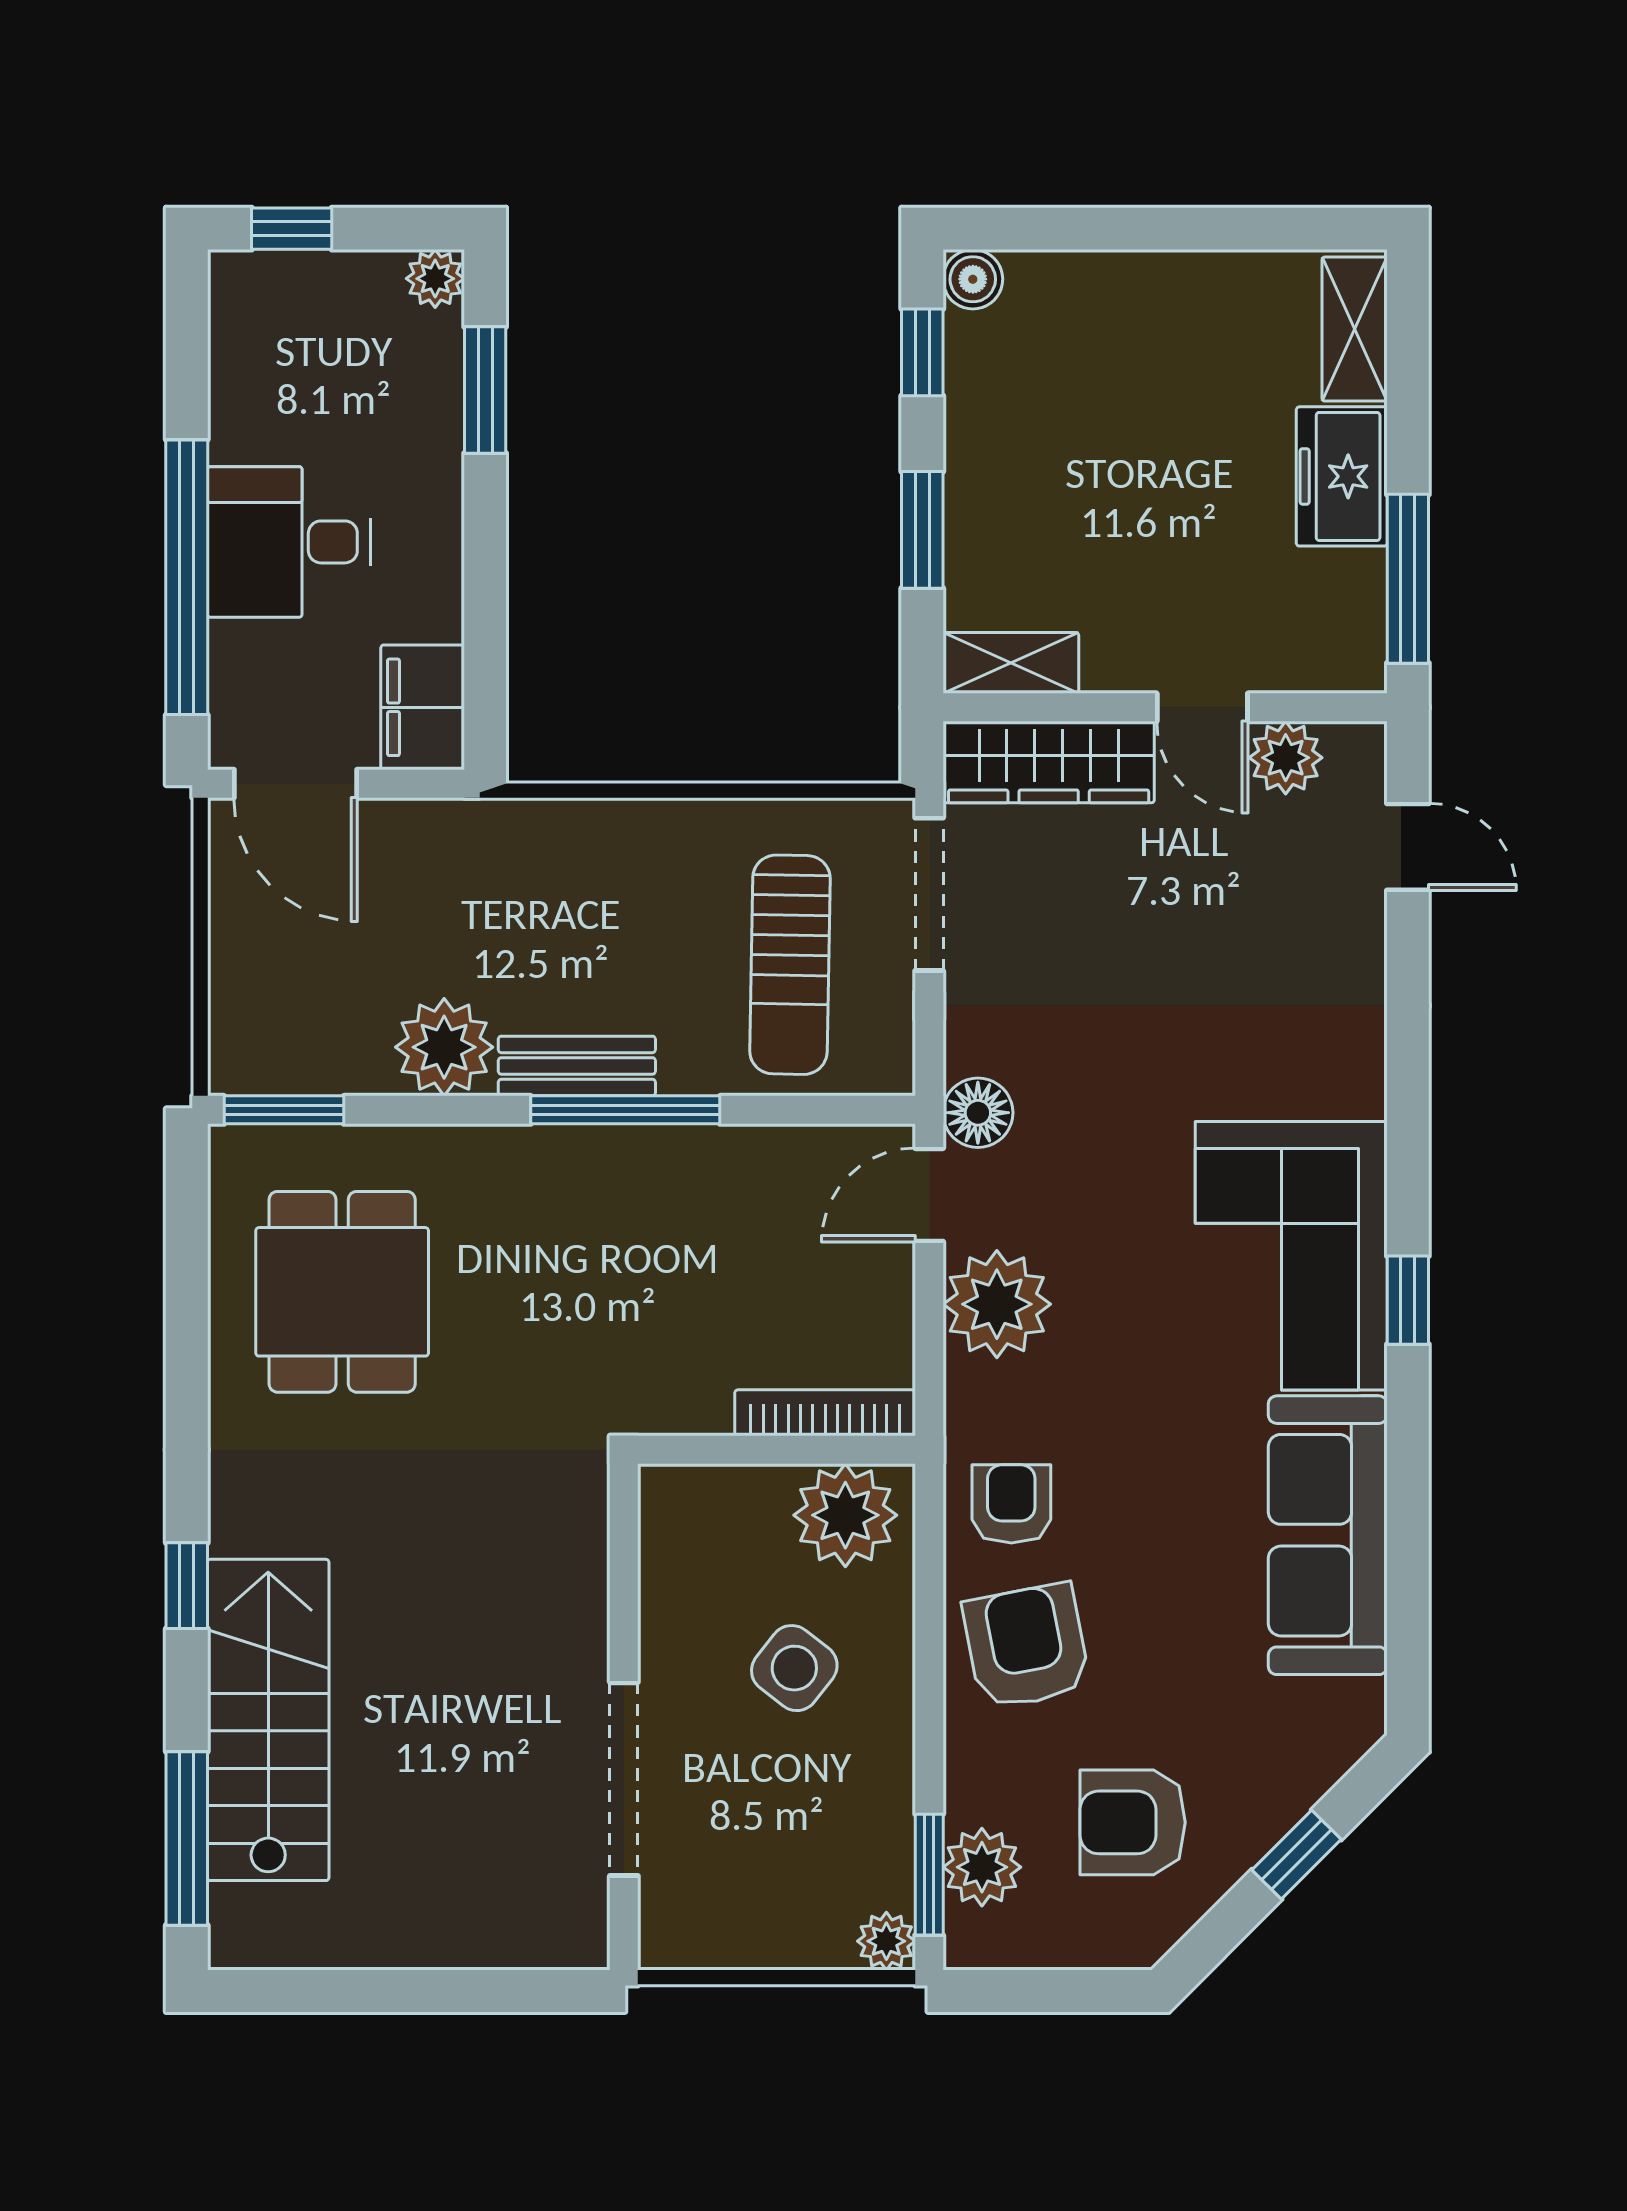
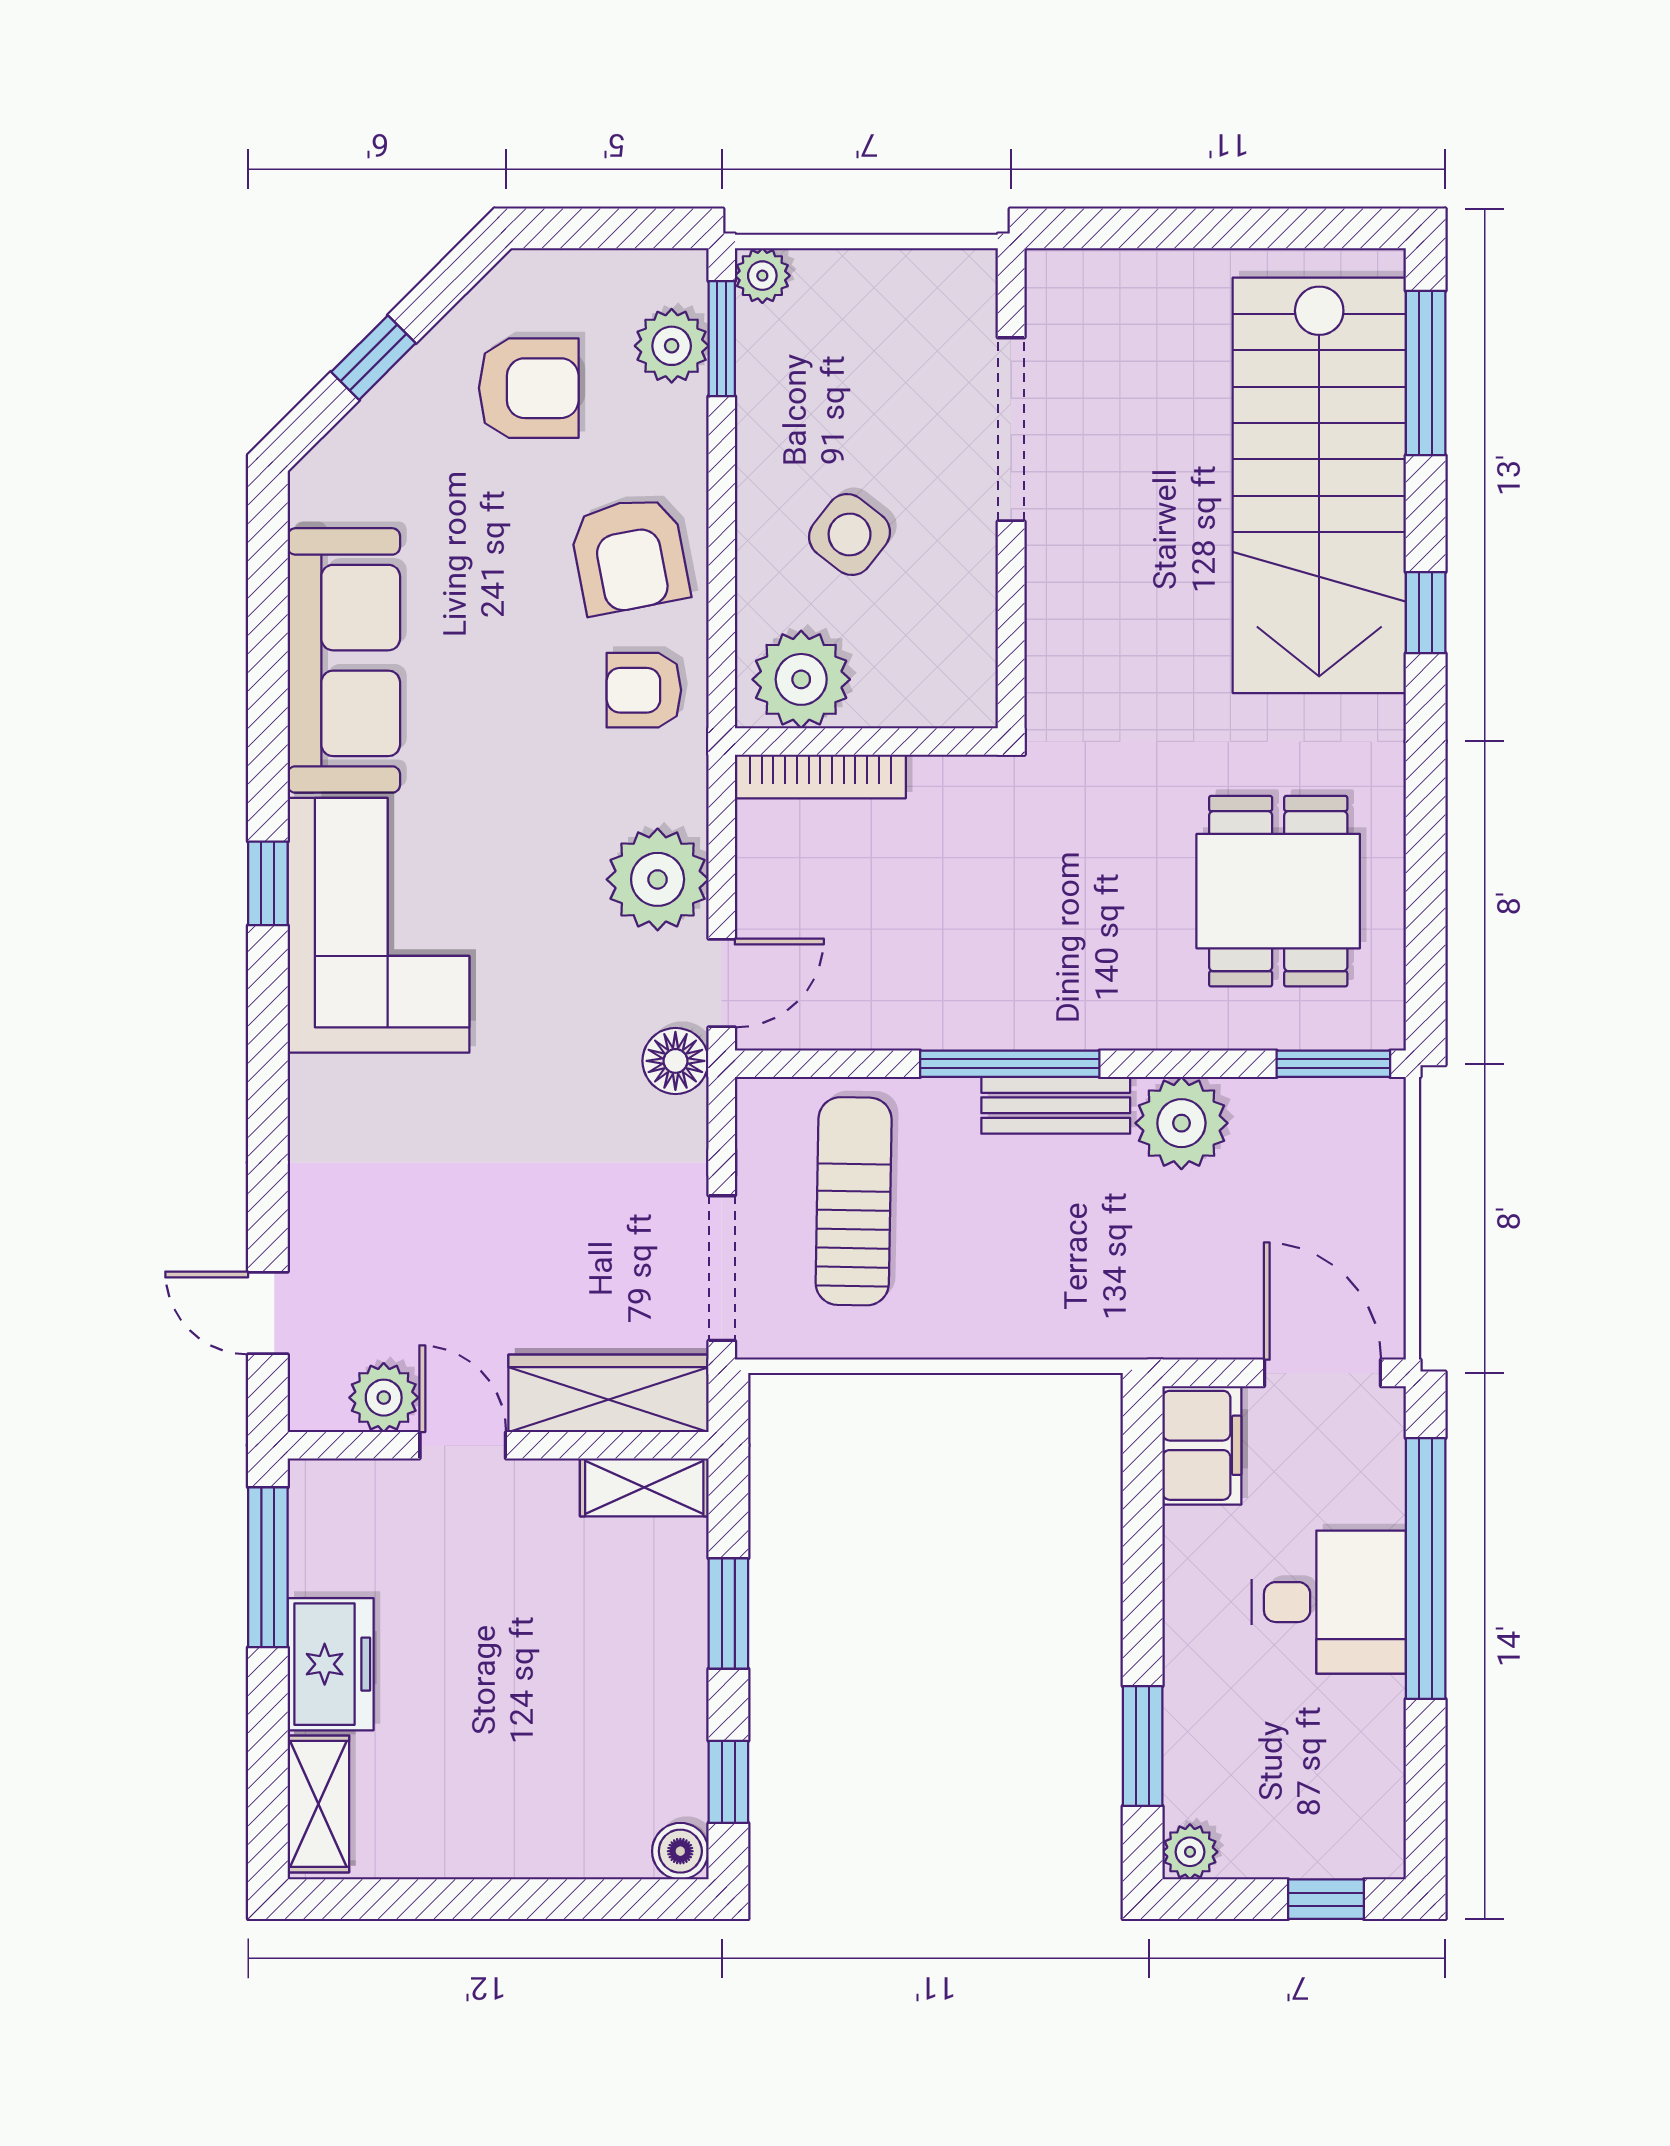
armchair: (1011, 1504) -> (644, 690), turned 90
stairs: (268, 1720) -> (1319, 485), width x1.36, depth x1.51

